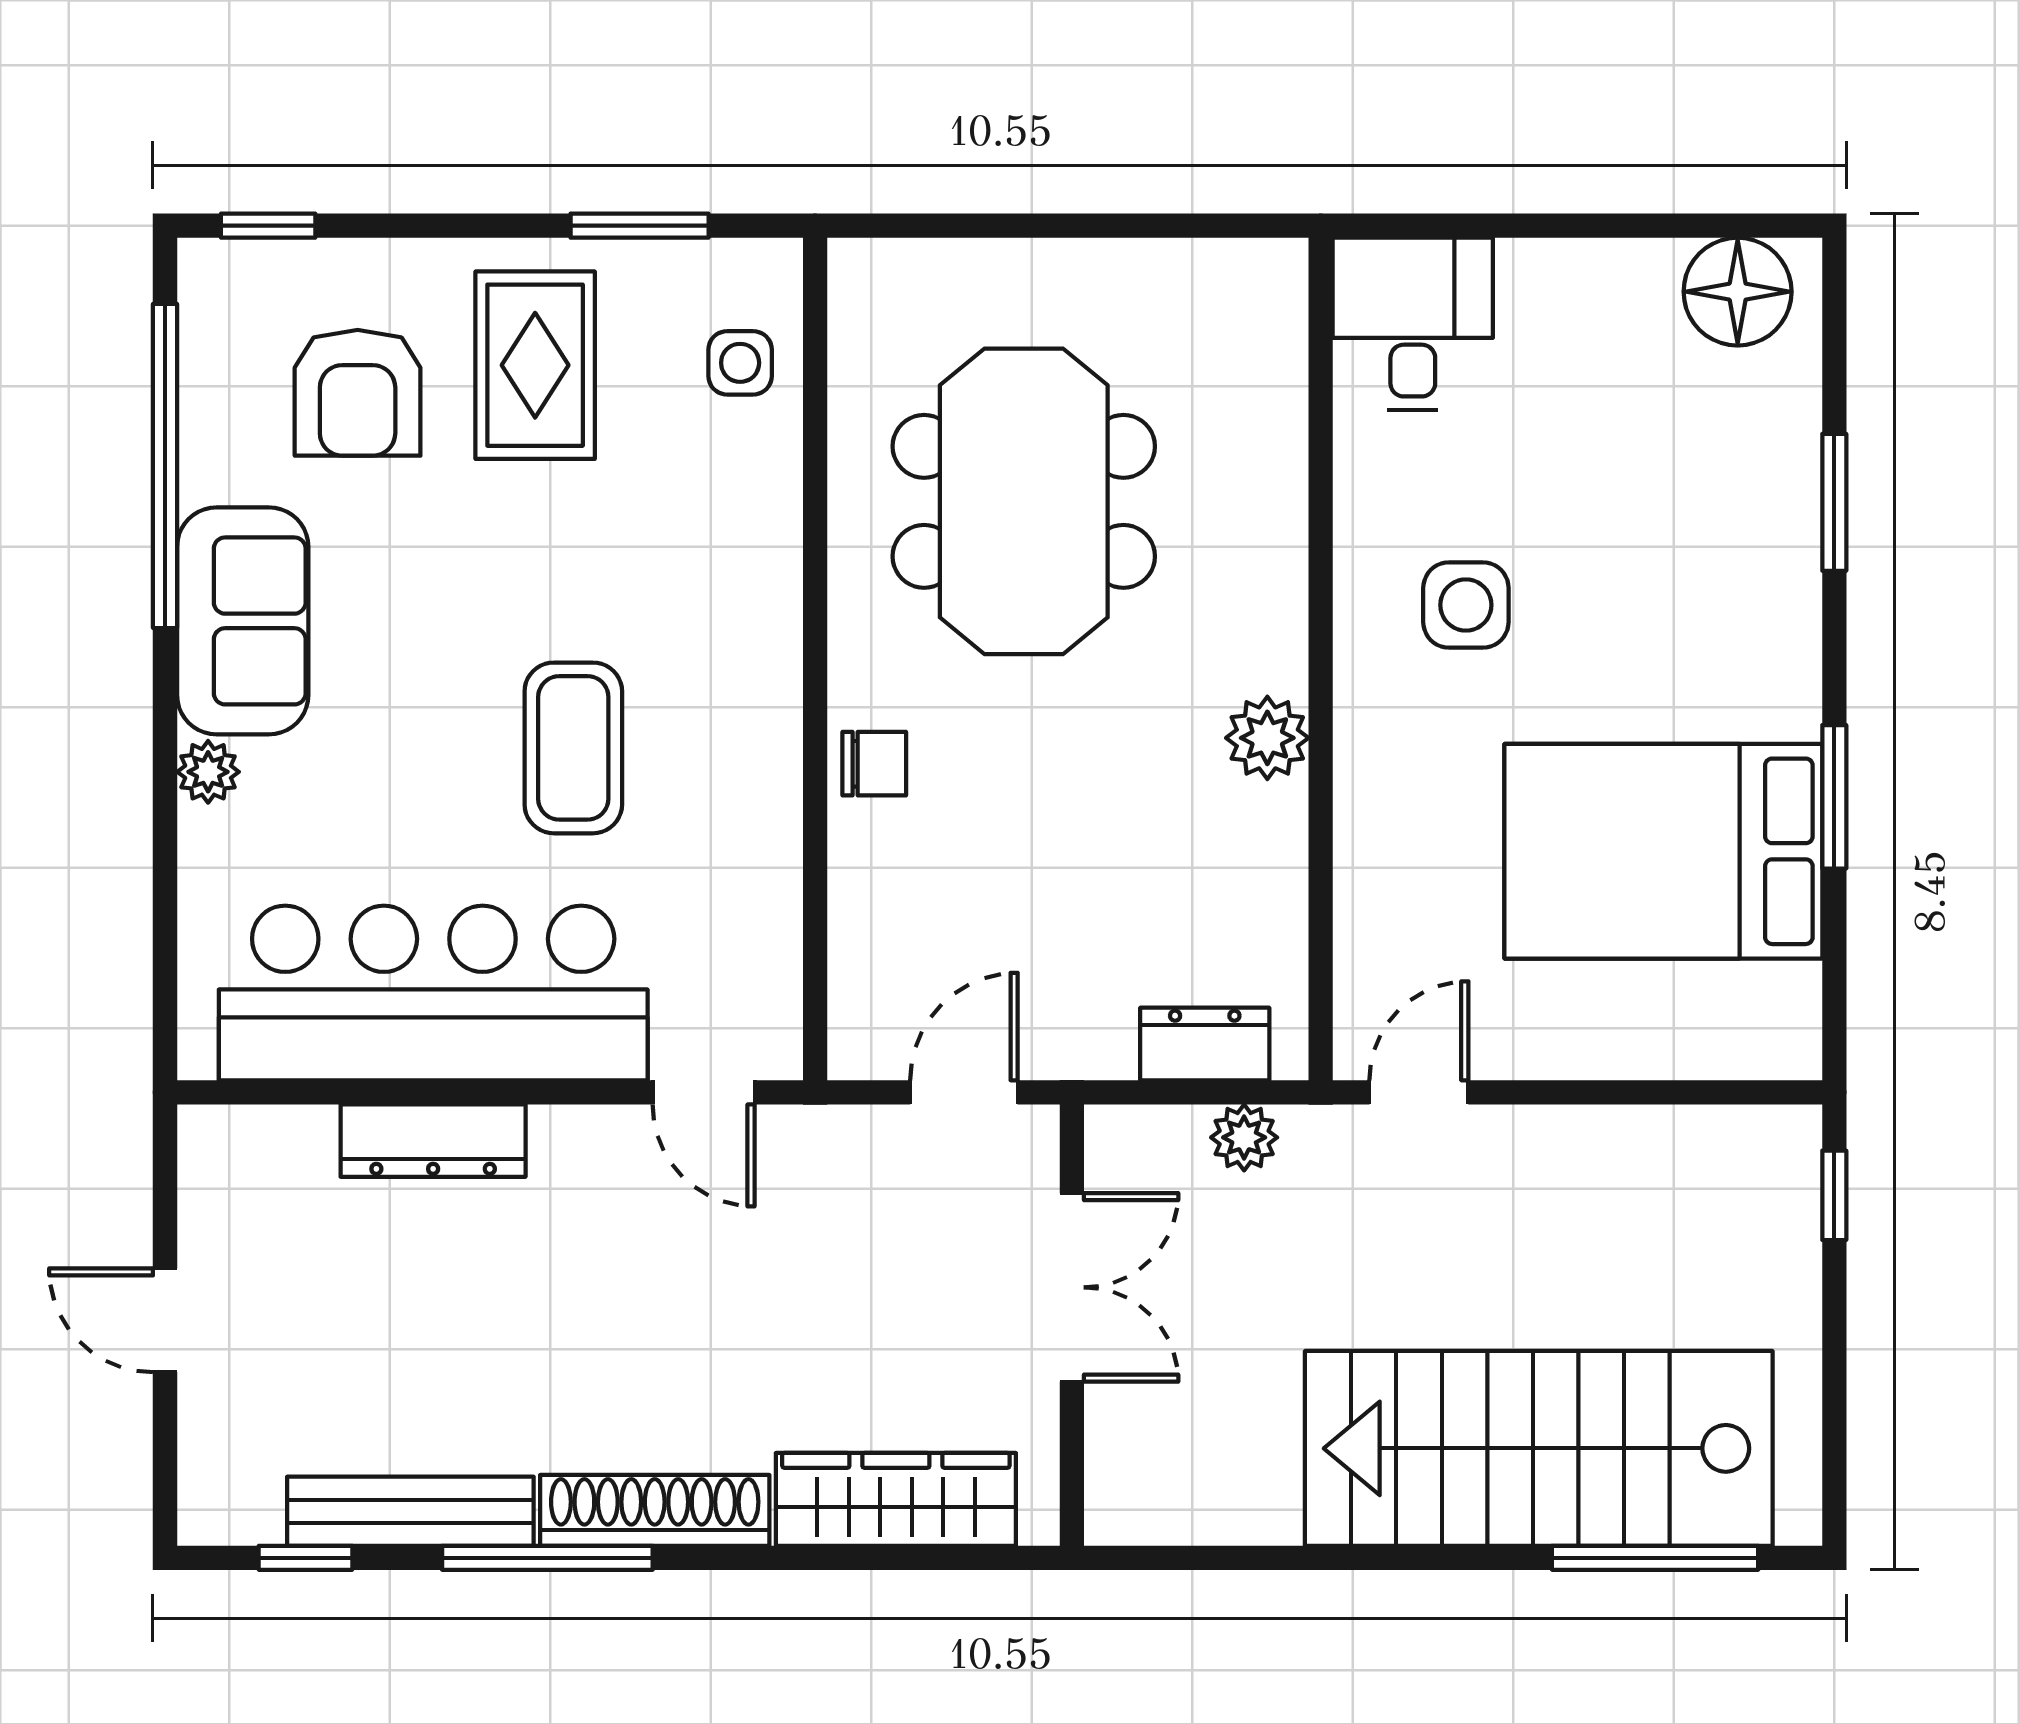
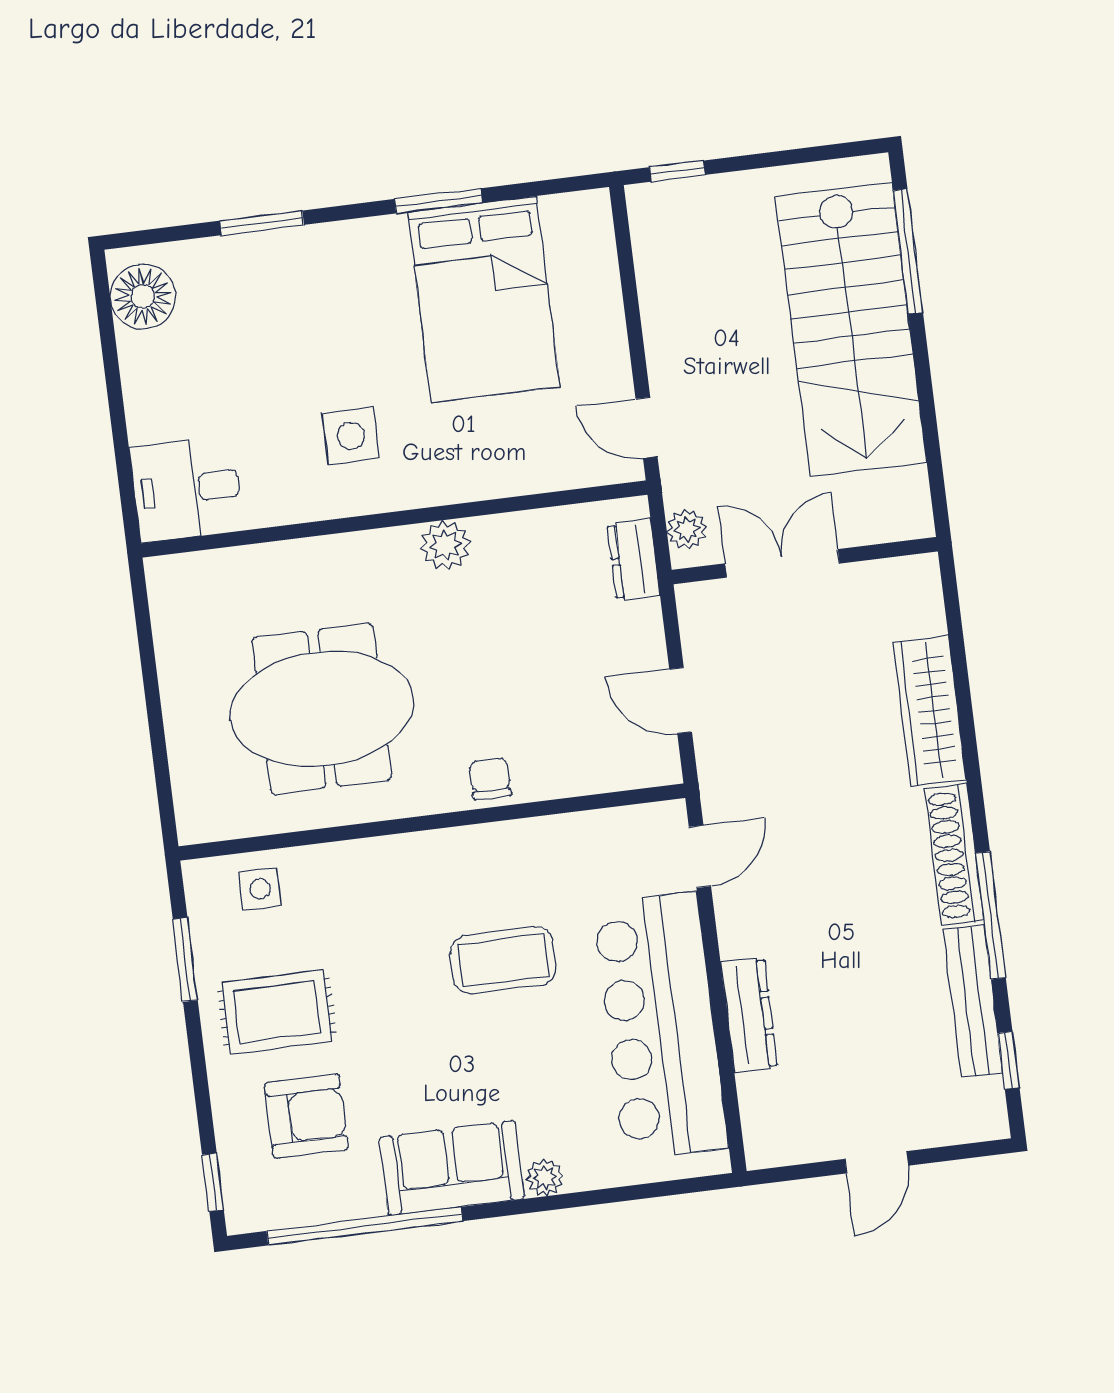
double door: (1072, 1287) -> (782, 563), moved
wall: (1072, 1325) -> (805, 561), moved

